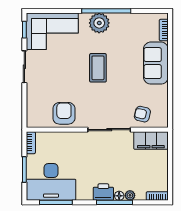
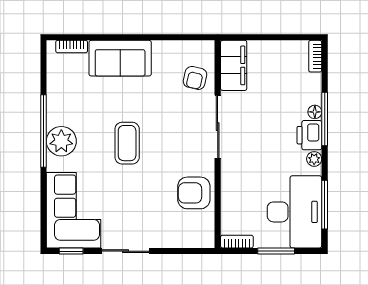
coffee table: (98, 68) -> (127, 143), turned 90
plant: (130, 195) -> (314, 159), moved

